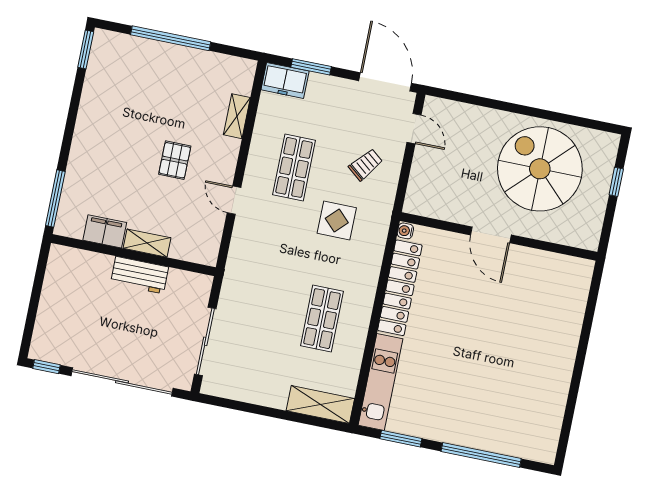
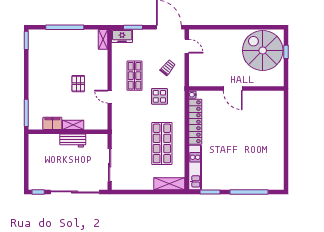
shelving: (237, 116) -> (103, 39), moved
spiral stairs: (540, 169) -> (263, 50), moved
shop shelf: (322, 319) -> (162, 143), width x1.43, depth x1.36

